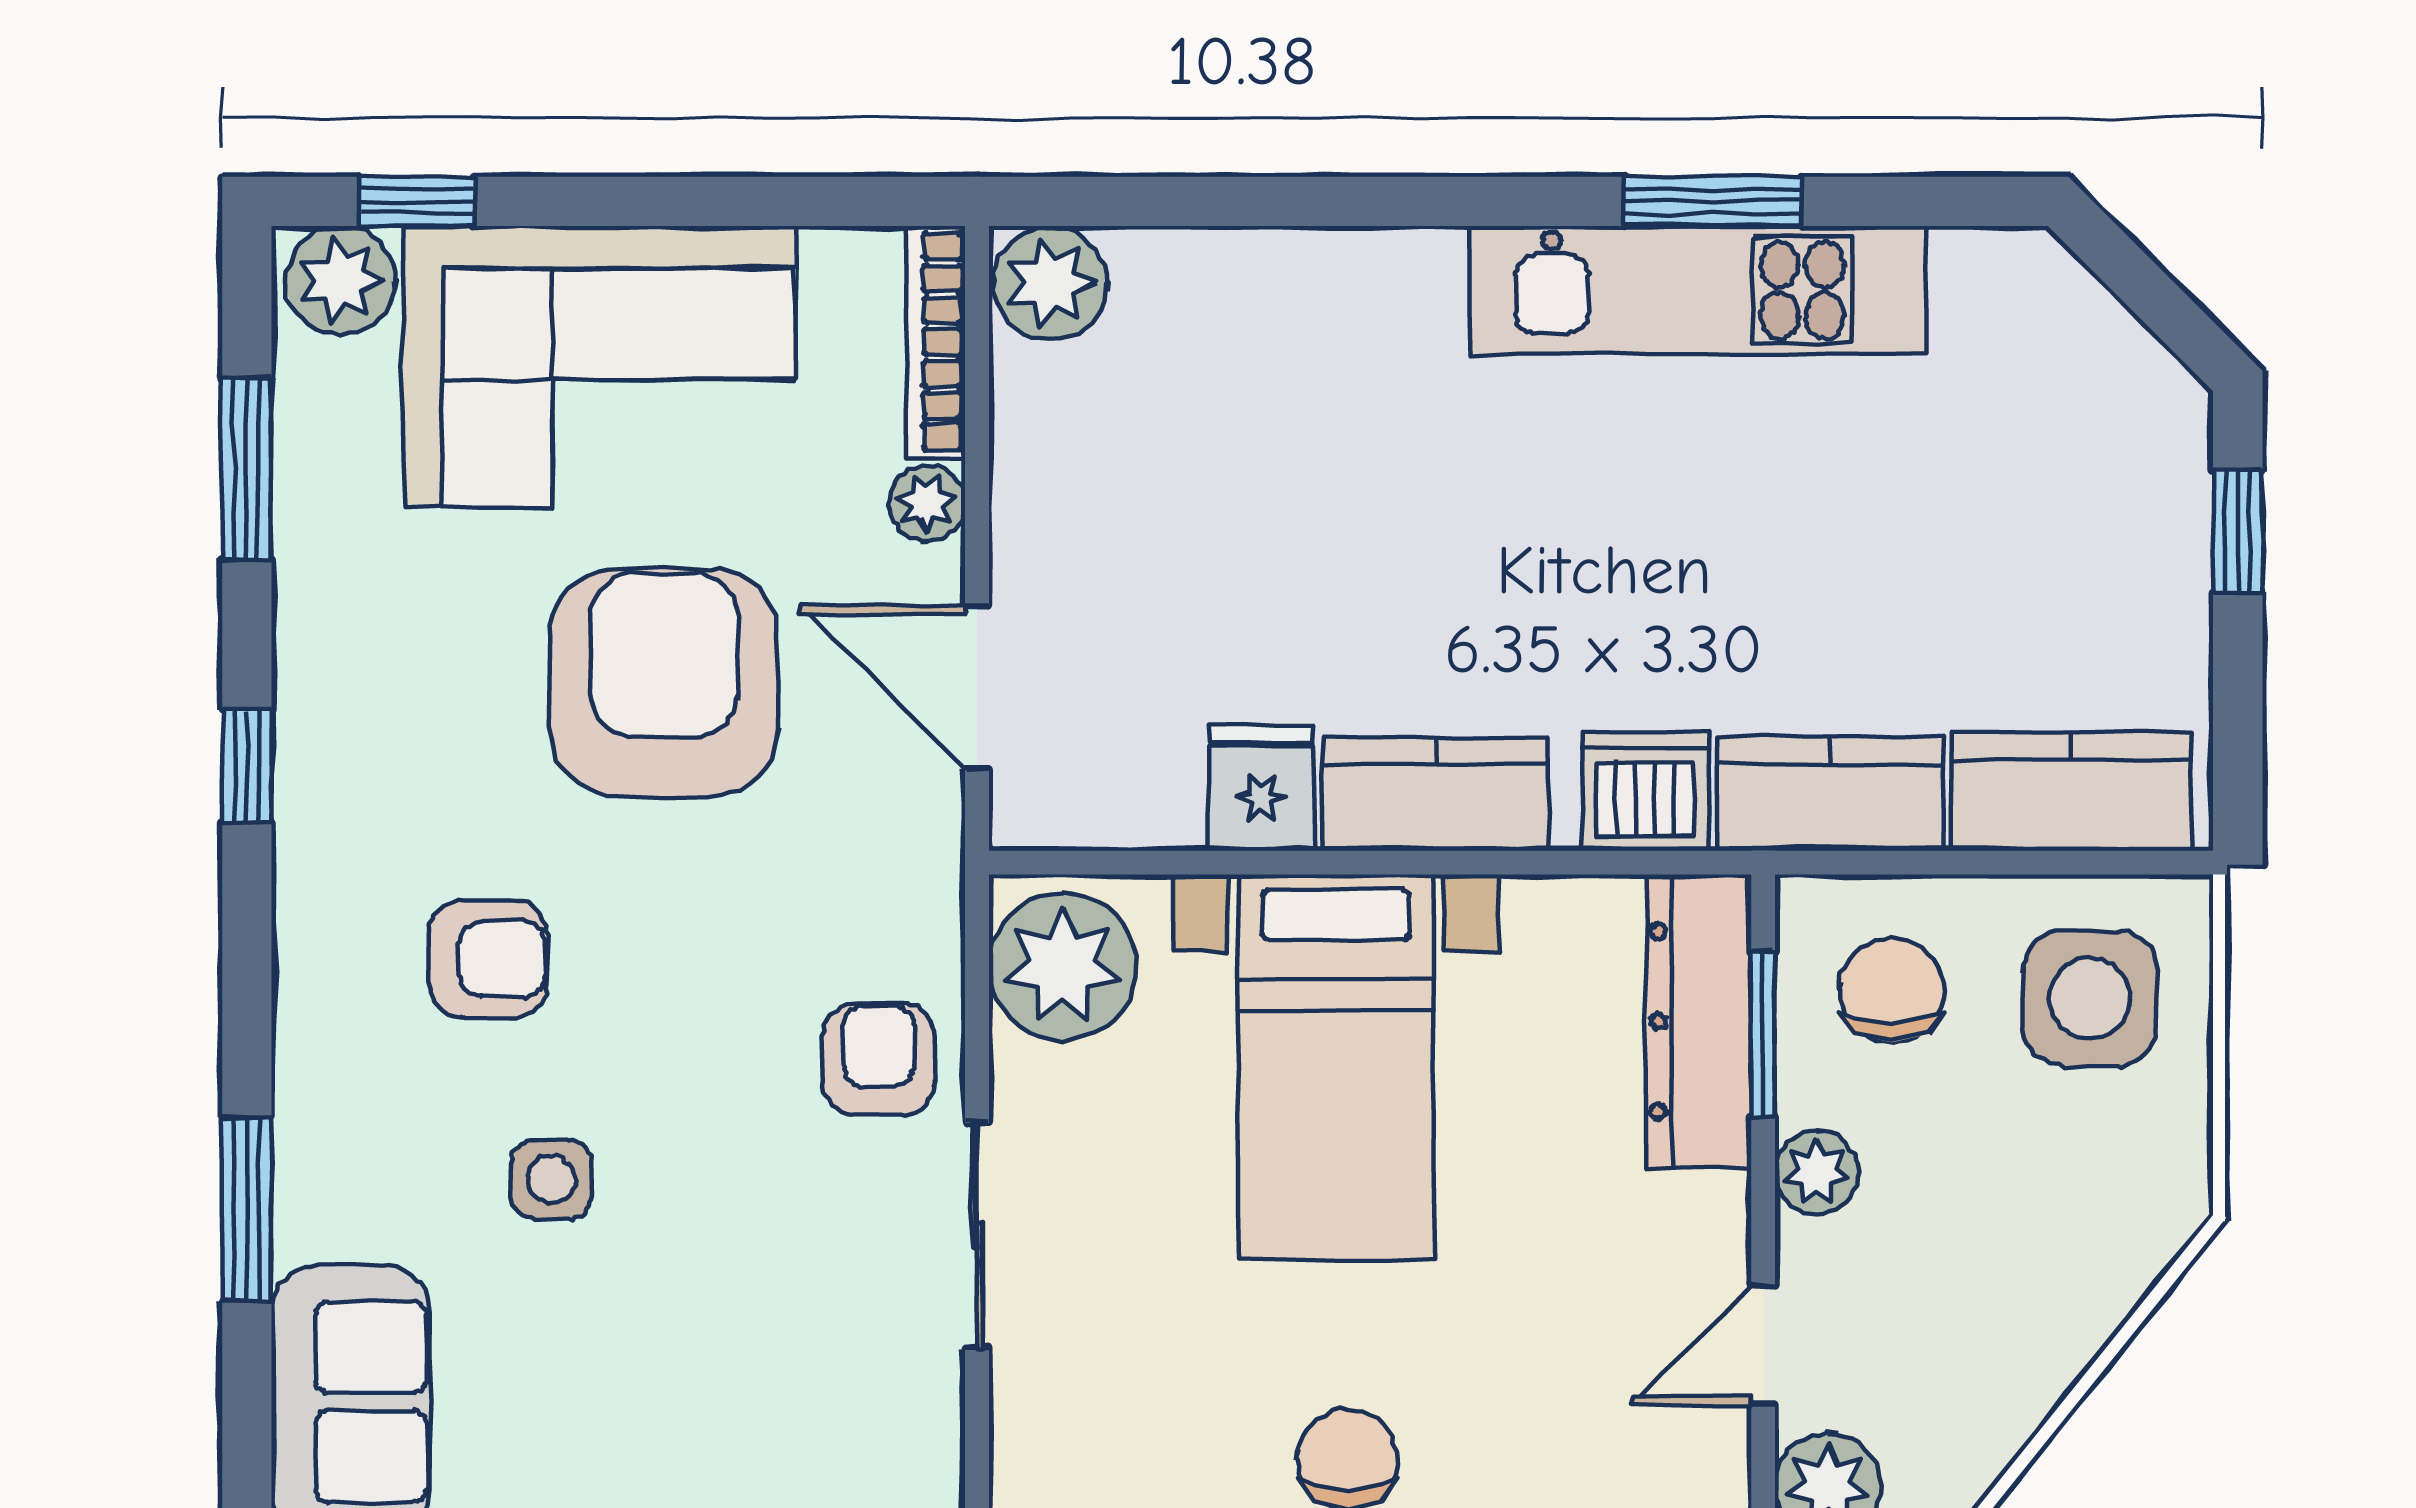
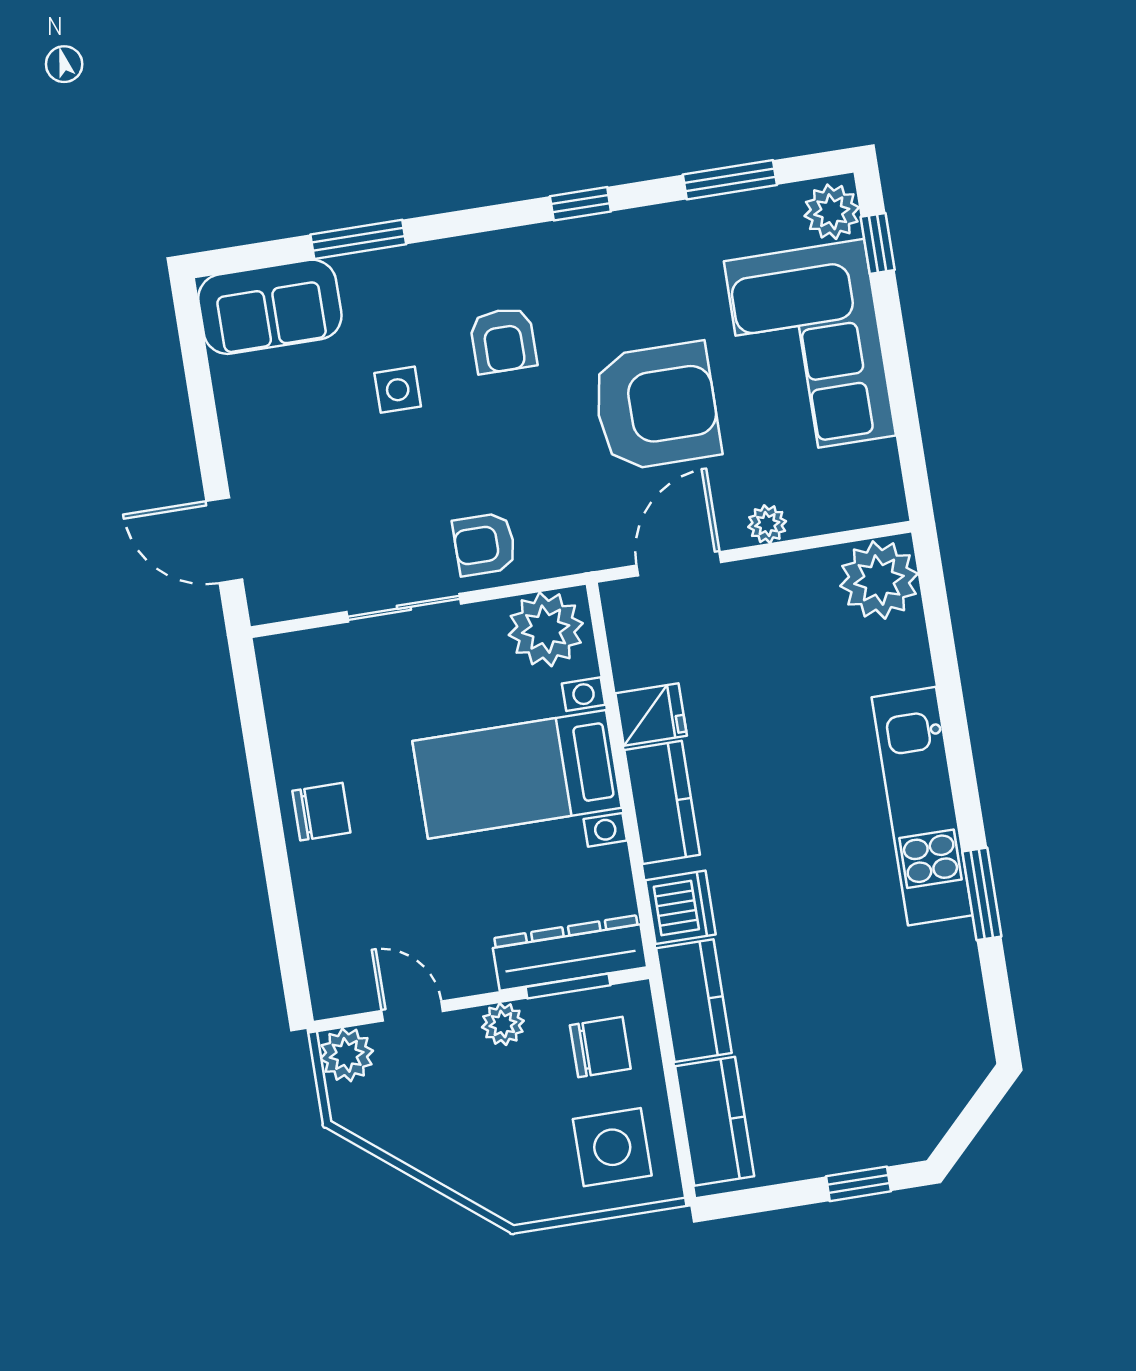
plant: (1050, 283) -> (879, 580), width x1.36, depth x1.36
kitchen unit: (1698, 290) -> (922, 806), moved
bookcase: (936, 342) -> (849, 515), removed
armchair: (879, 1059) -> (484, 544), turned 180

